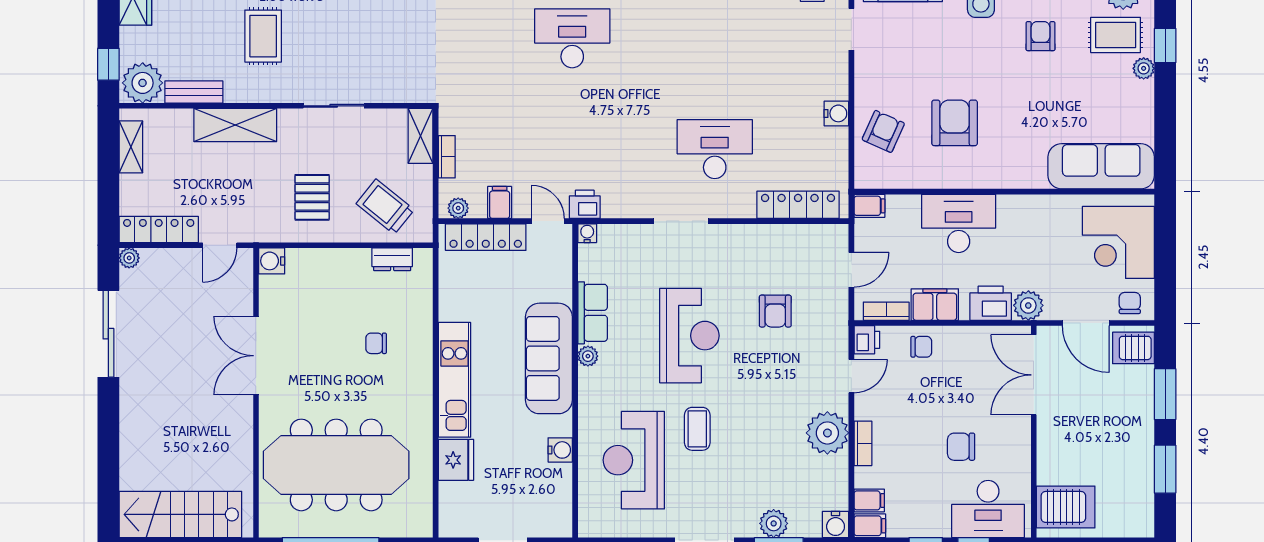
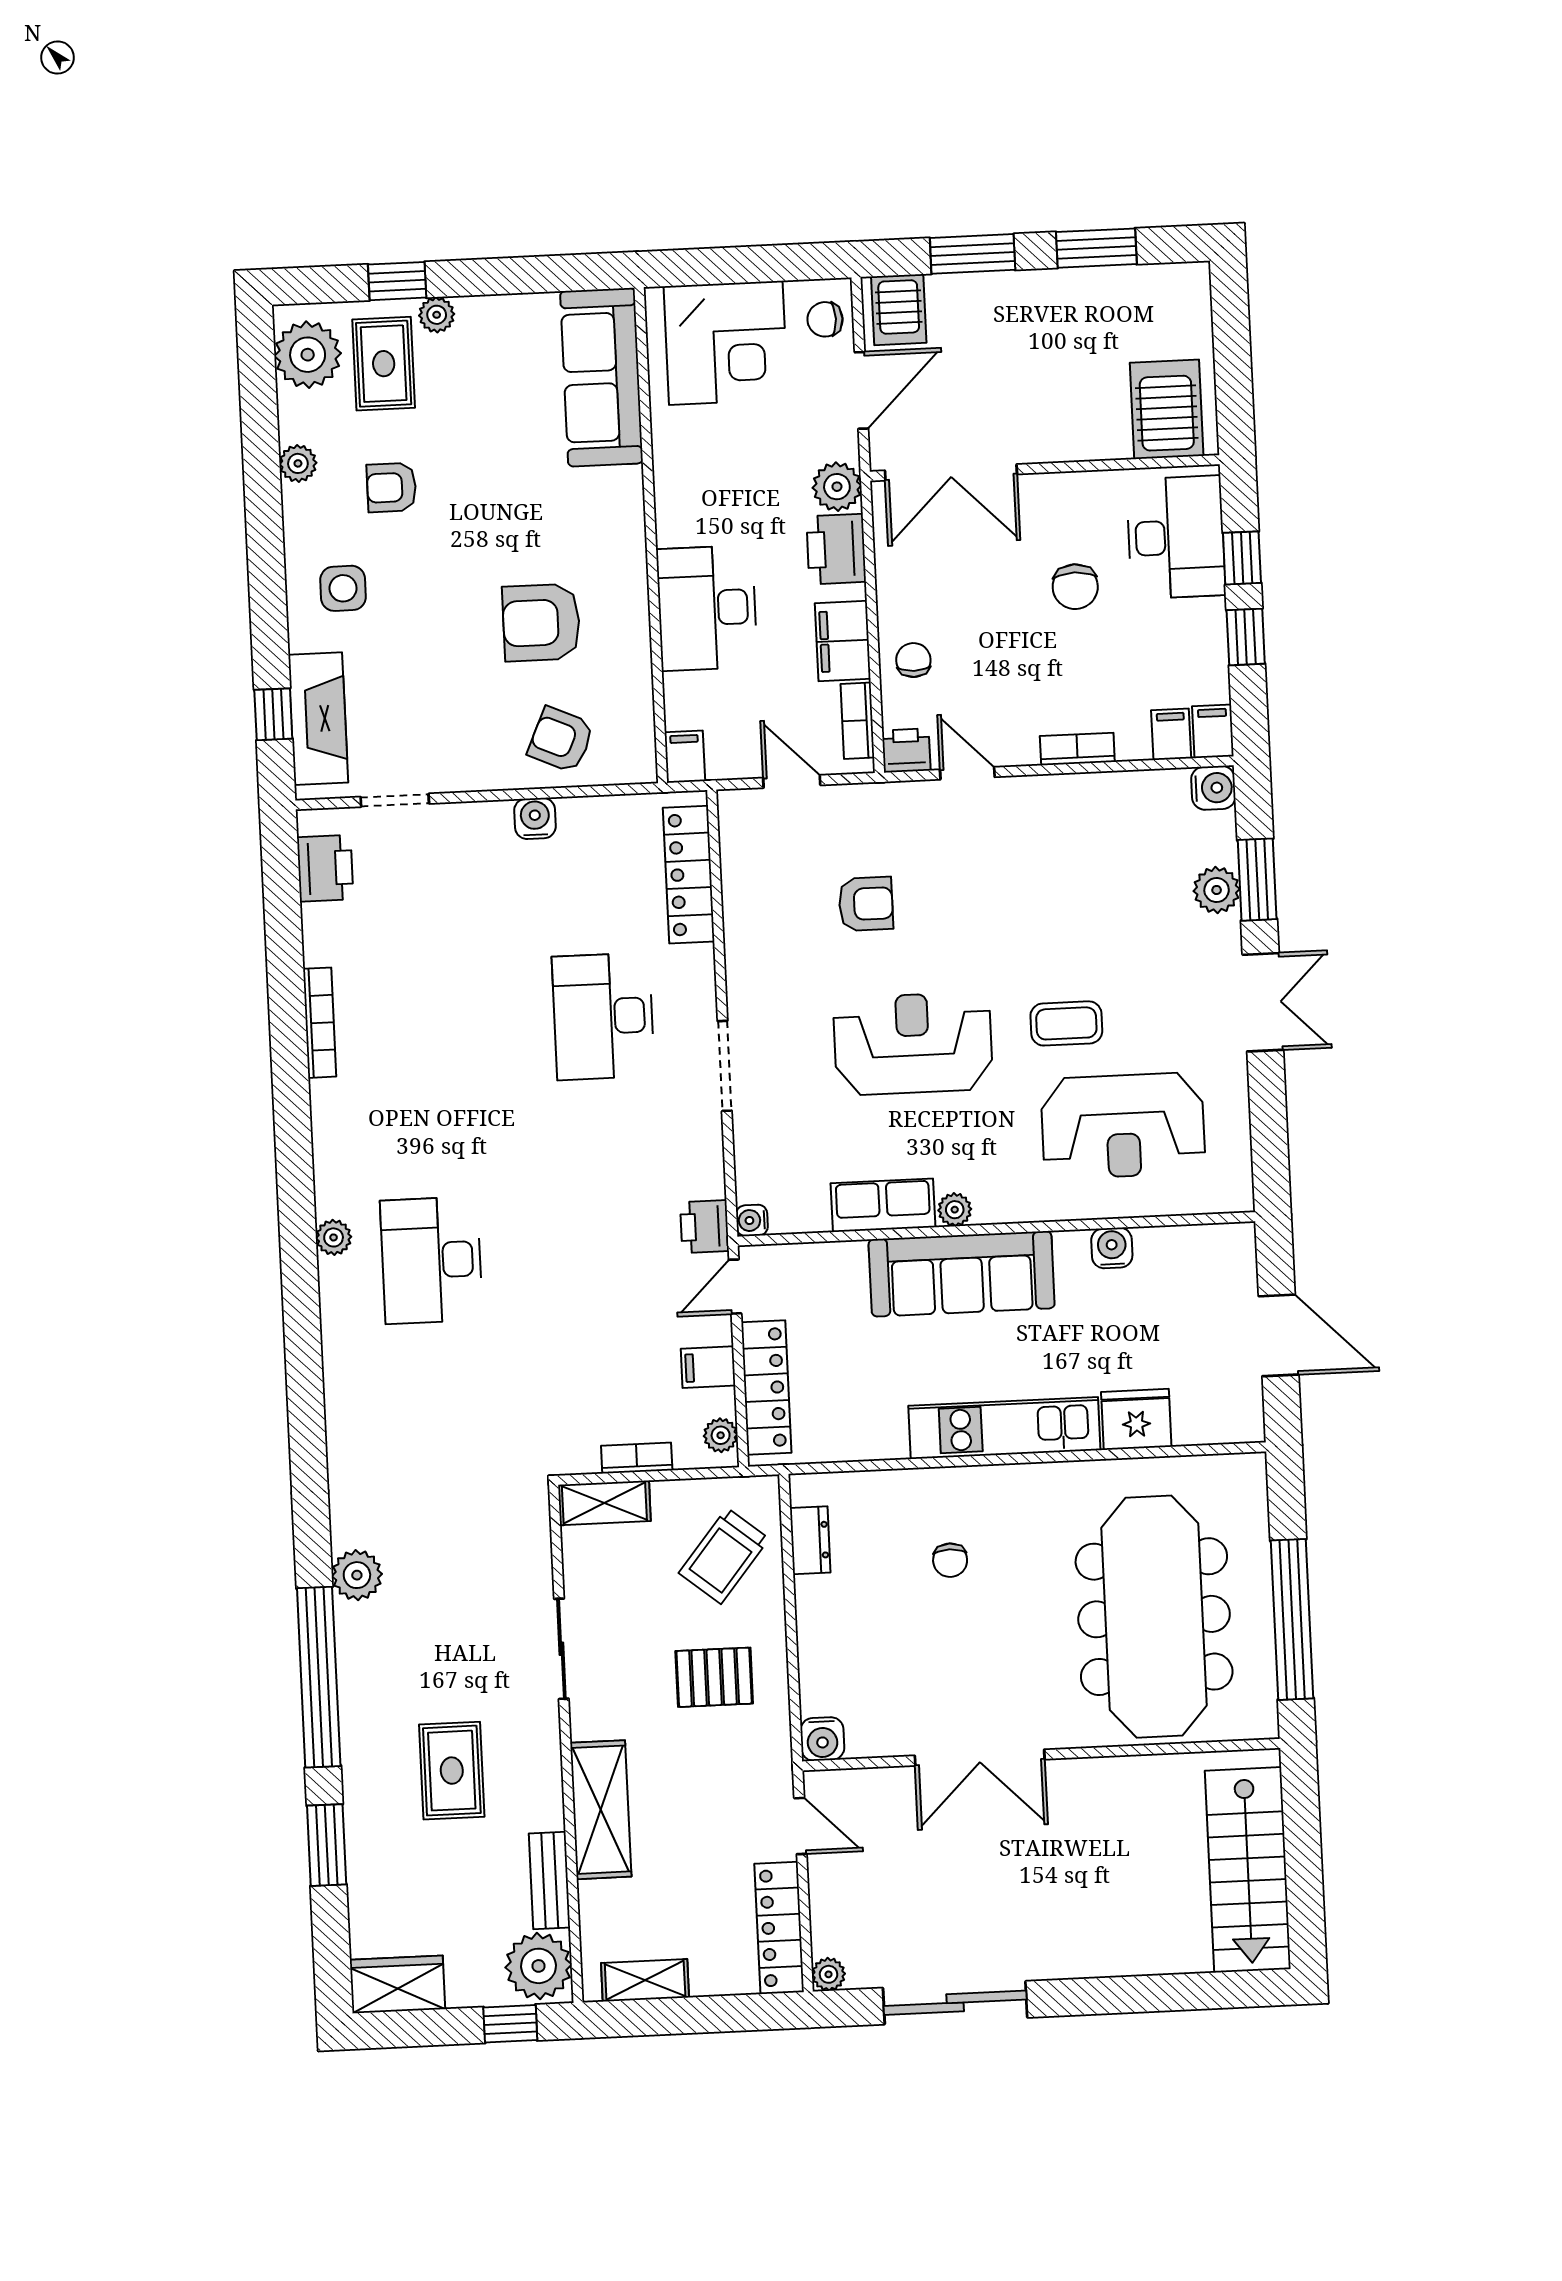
rug: (263, 36) -> (452, 1771), turned 90
plant: (827, 433) -> (1063, 808), removed

